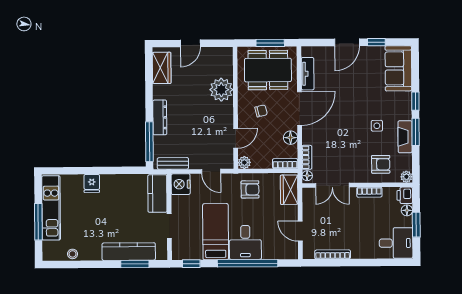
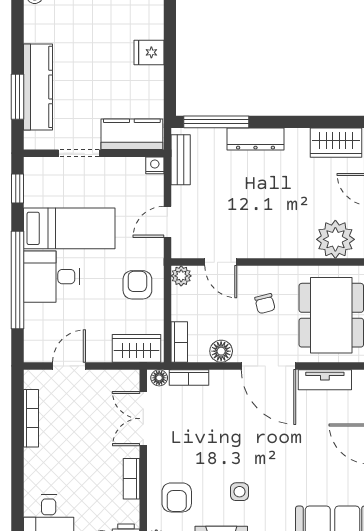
plant: (221, 90) -> (335, 239), moved
fridge: (92, 183) -> (149, 52), moved
nightstand: (181, 184) -> (155, 165), width x0.53, depth x0.56
armchair: (250, 189) -> (137, 285), turned 180

